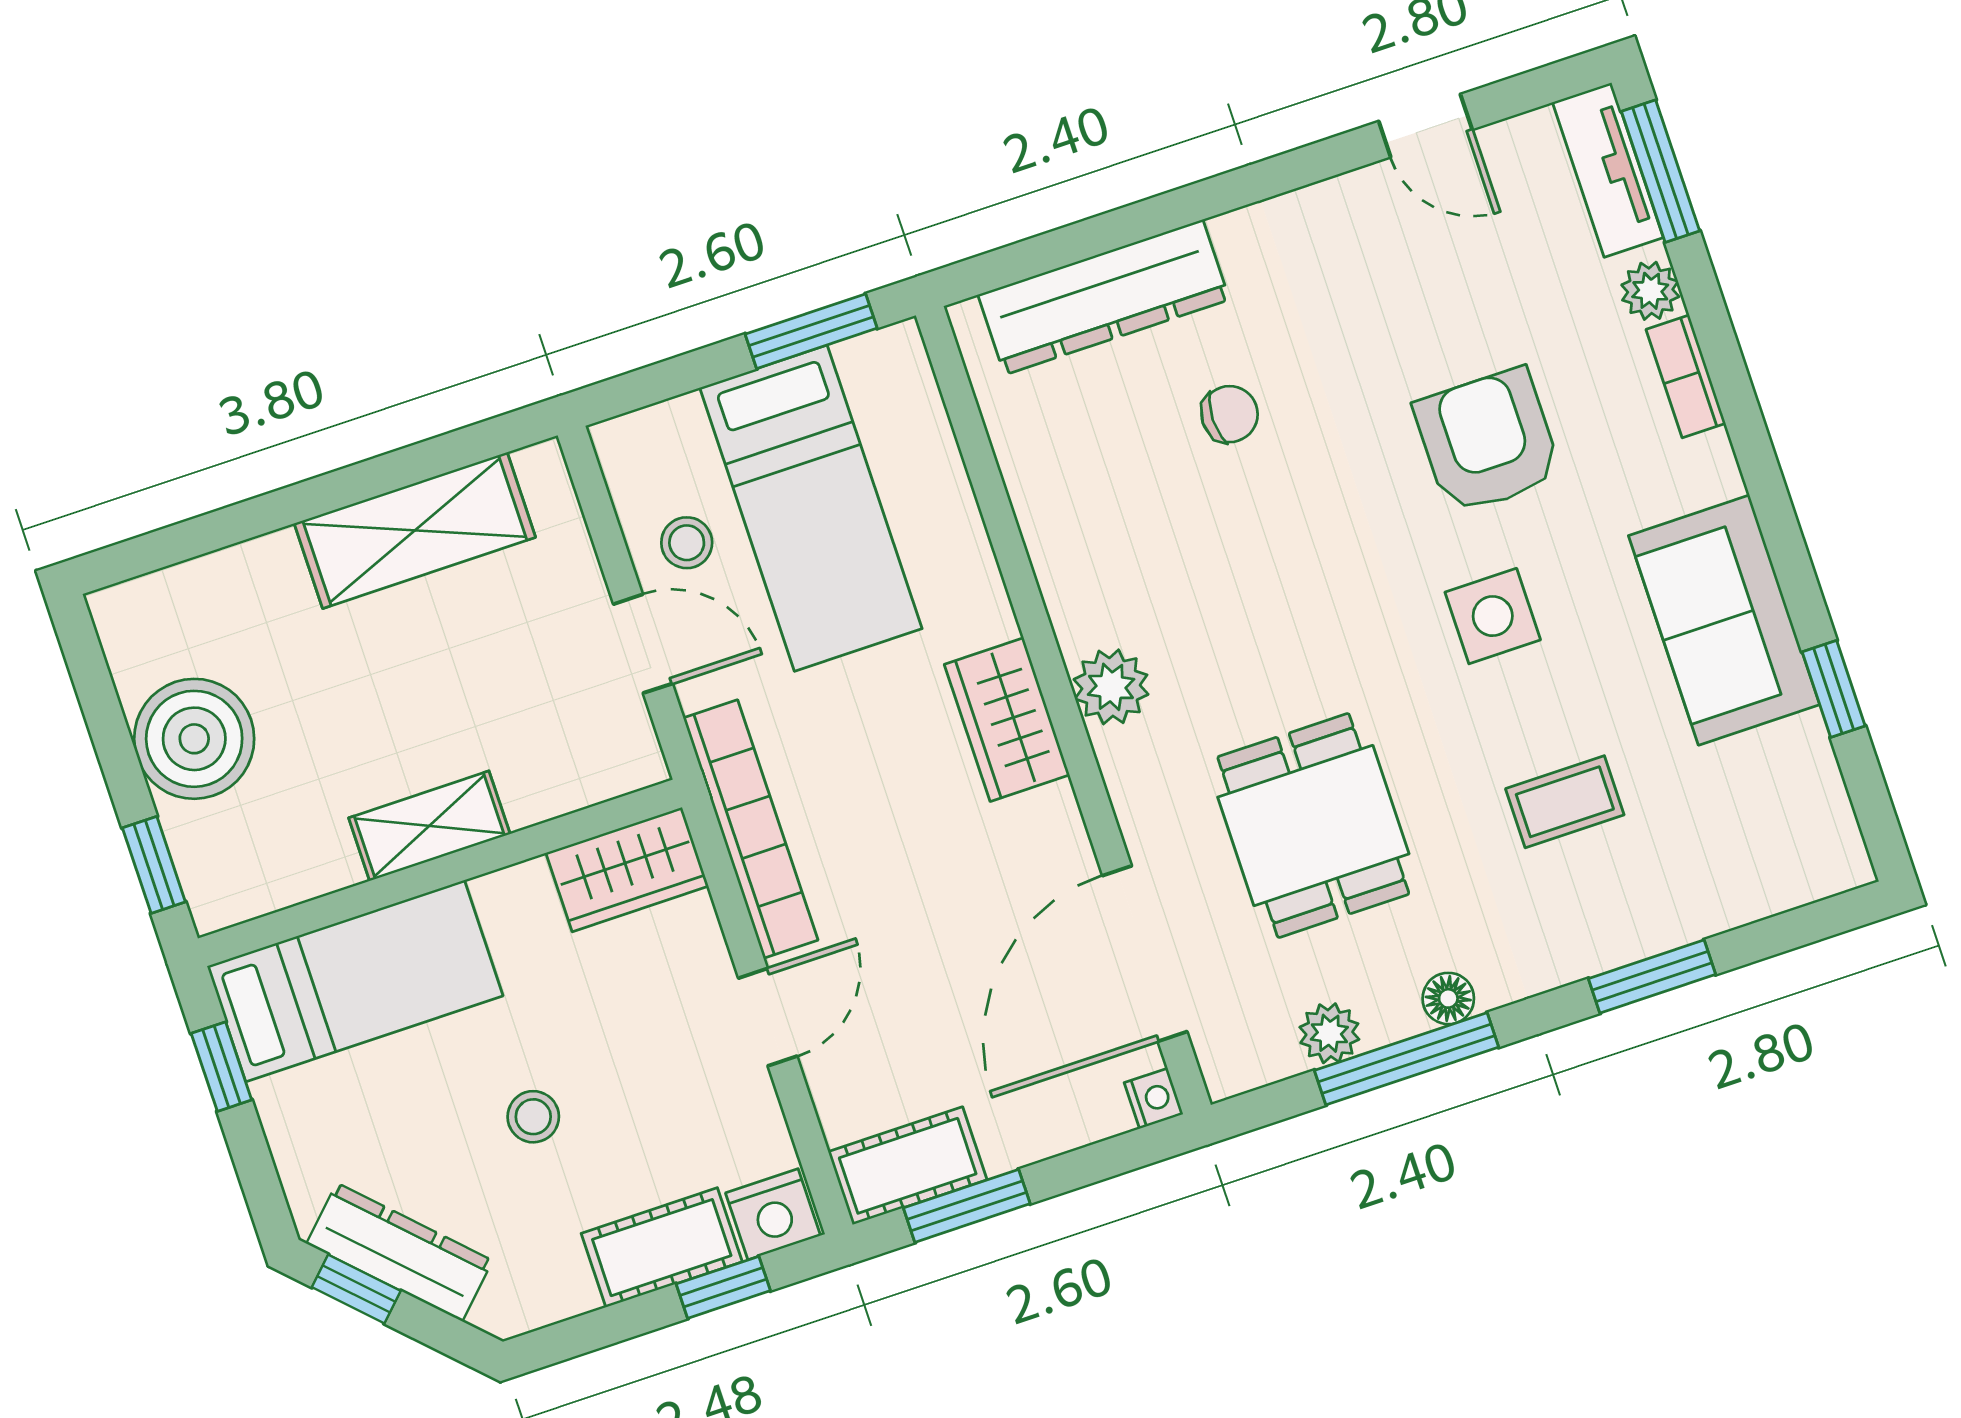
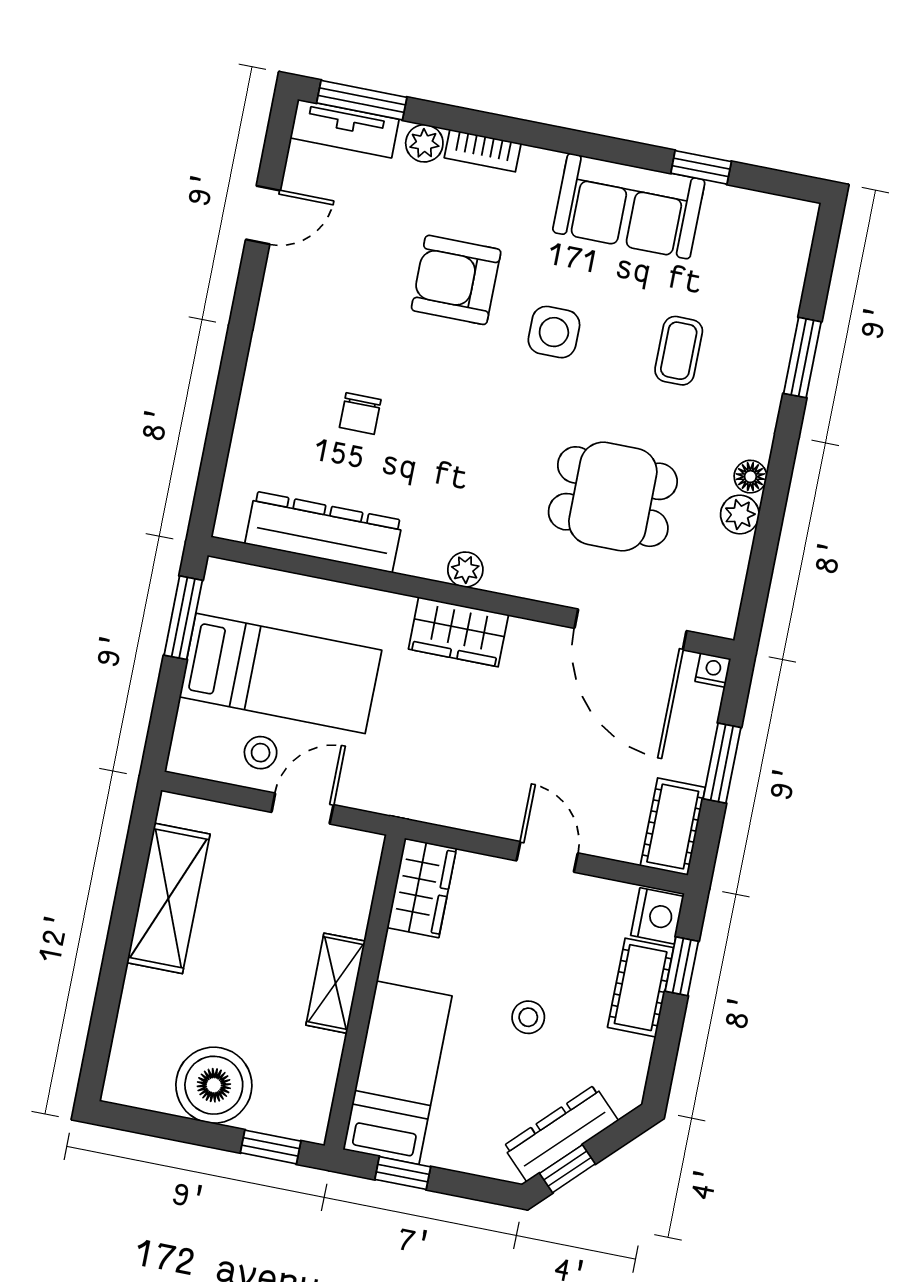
dresser: (1104, 297) -> (324, 532), moved, turned -90
chair: (1230, 414) -> (360, 414), turned 180
plant: (1111, 687) -> (465, 570), width x0.73, depth x0.73
bookcase: (751, 829) -> (438, 807), removed
plant: (1329, 1033) -> (740, 514), moved
window: (1407, 1059) -> (770, 518), removed
window: (967, 1206) -> (722, 763), moved

